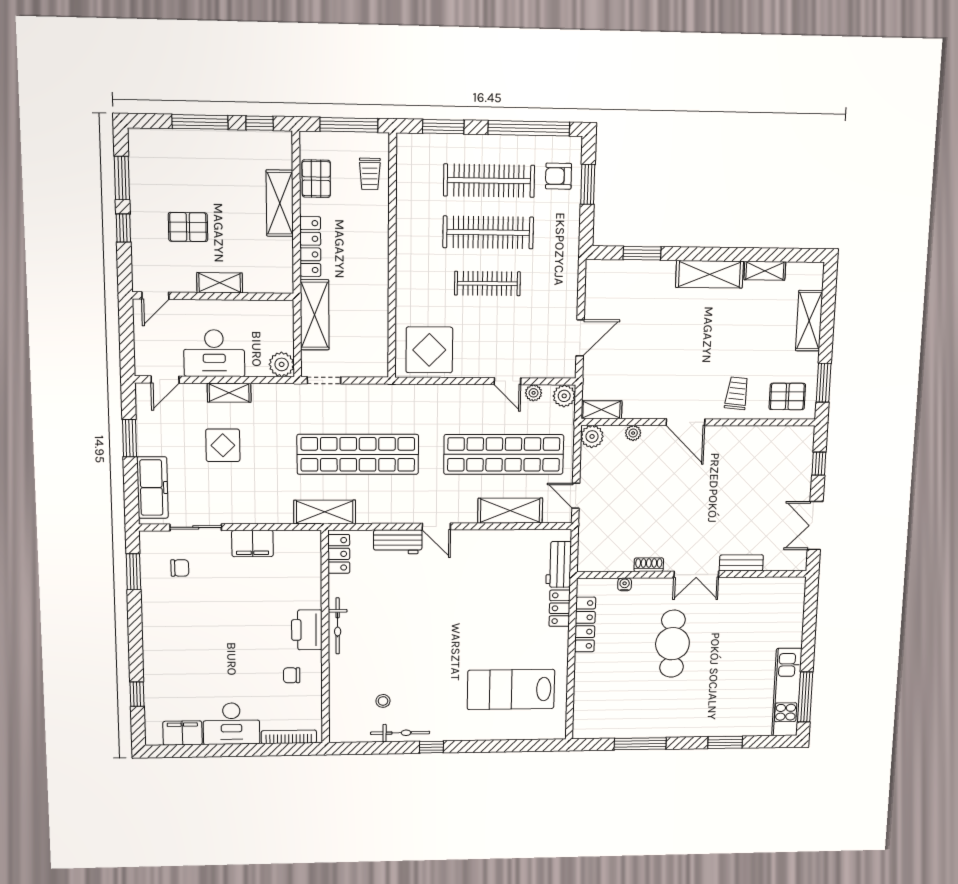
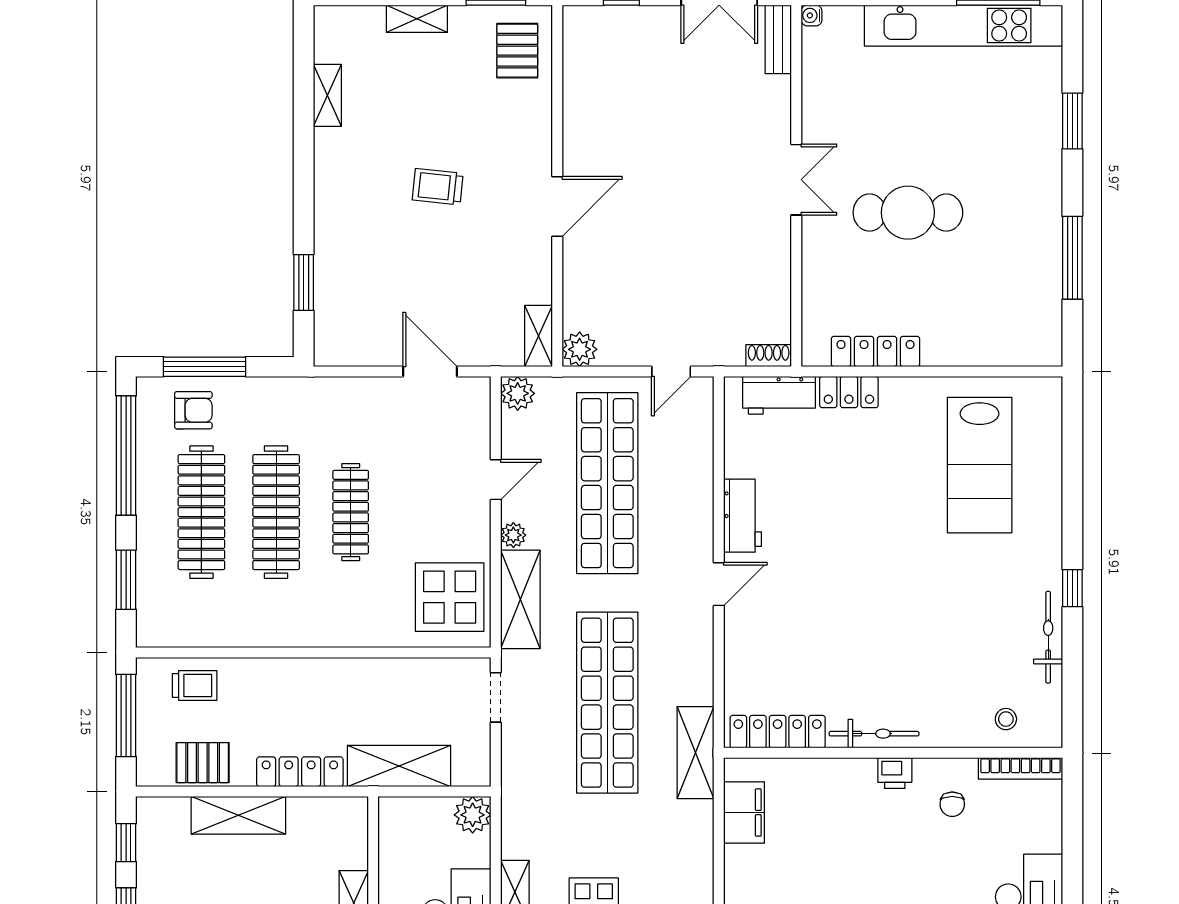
armchair: (558, 176) -> (193, 410), turned -90
window: (588, 184) -> (204, 367), width x1.44
shelving: (709, 274) -> (334, 179), removed
shelving: (809, 321) -> (417, 19), width x0.67, depth x0.75
doorway: (324, 380) -> (496, 697), moved
plant: (534, 393) -> (513, 535), moved
trolley: (737, 393) -> (438, 187), moved
plant: (633, 433) -> (574, 286), removed
shelving: (510, 511) -> (520, 599), moved
workbench: (398, 542) -> (742, 516), moved
filing cabinet: (252, 544) -> (744, 812), moved
locker: (339, 554) -> (778, 732), width x1.53
bench: (741, 563) -> (778, 39), moved
shoe rack: (649, 565) -> (769, 356), moved, turned 90
water cooler: (625, 584) -> (812, 15), moved
printer: (307, 630) -> (895, 773), width x0.53, depth x0.68
kitchen unit: (787, 692) -> (963, 26), width x1.36
stool: (383, 701) -> (1006, 719), moved
bookcase: (289, 737) -> (1020, 768), moved, turned -90

